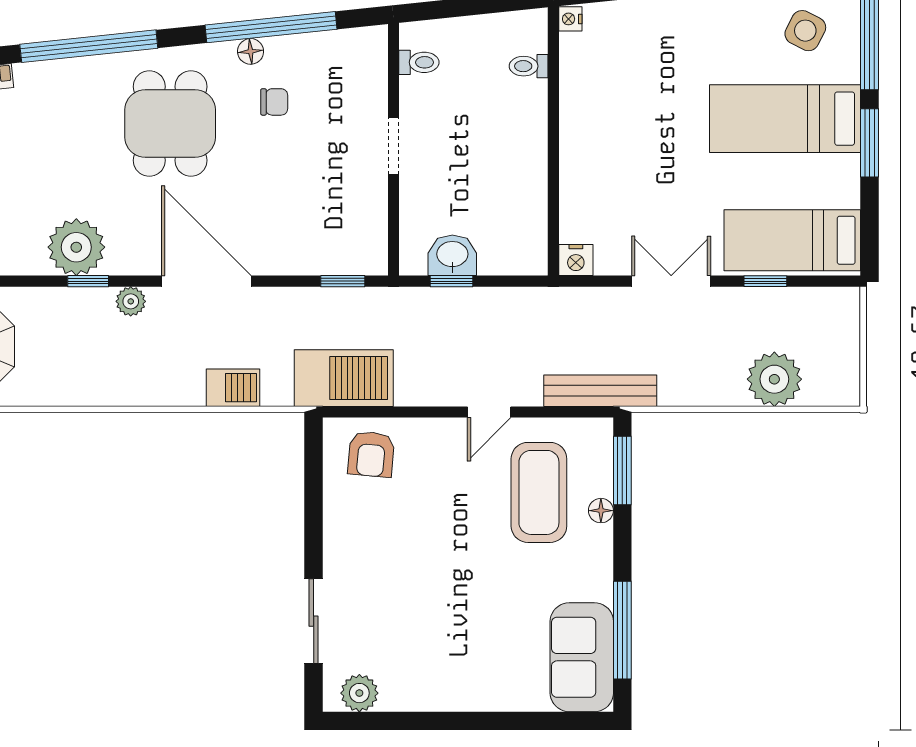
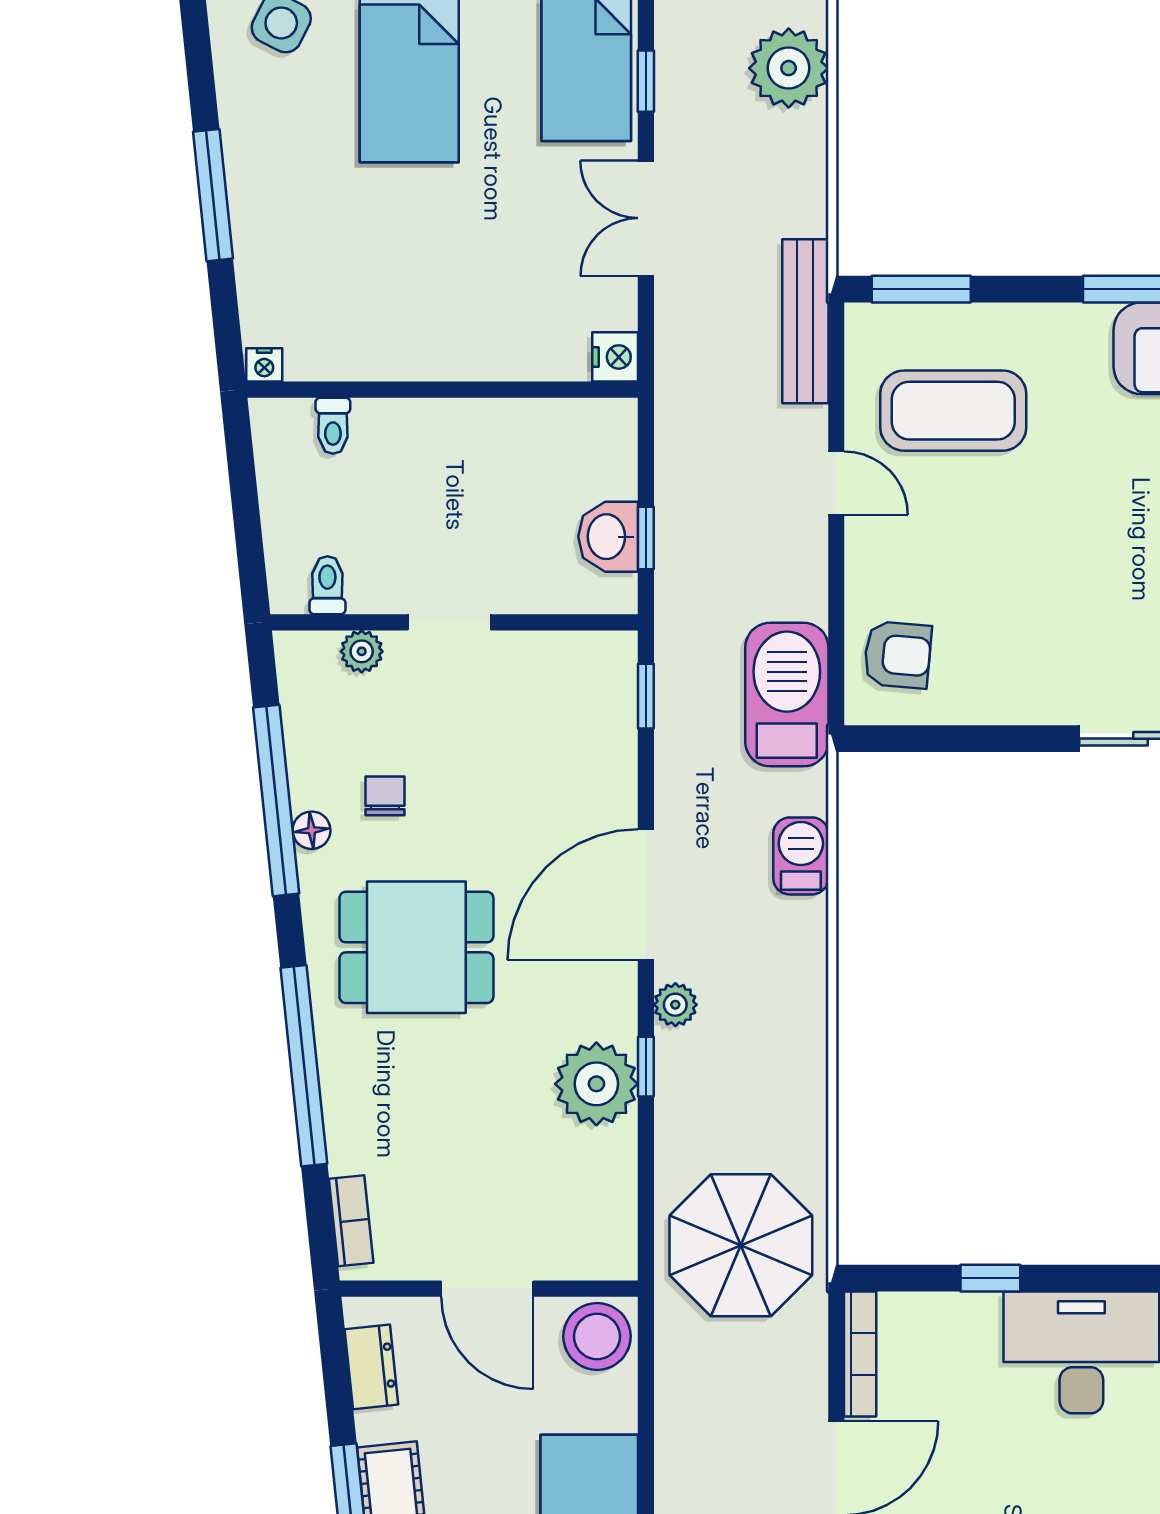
plant: (374, 86) -> (362, 651), added
floor lamp: (601, 511) -> (980, 320), removed

